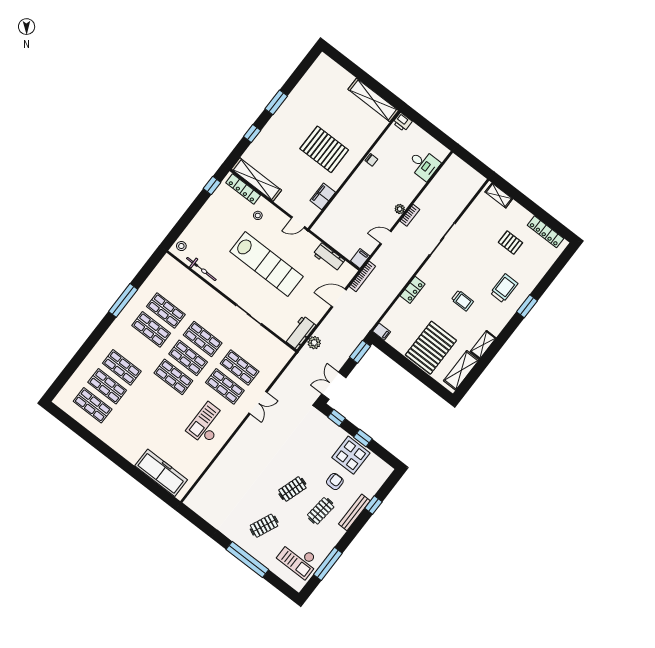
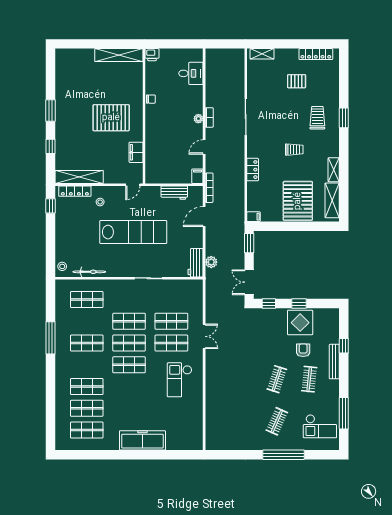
shop shelf: (166, 310) -> (87, 300), moved
freezer: (161, 473) -> (142, 440), moved

